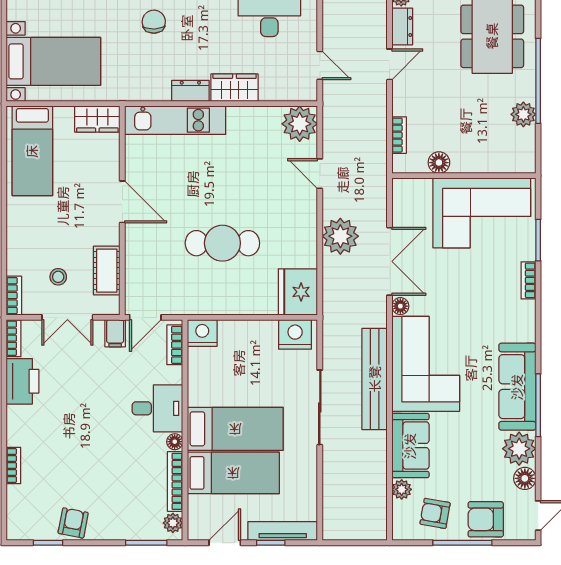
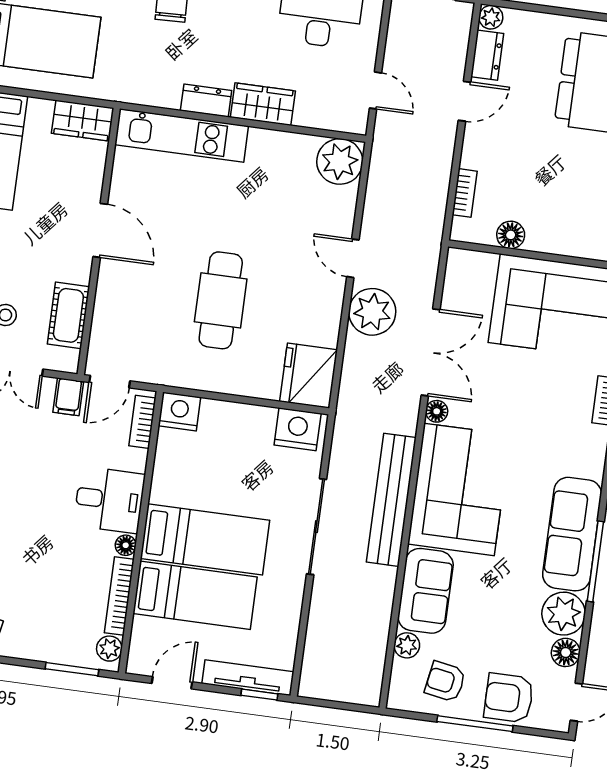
door: (320, 174) -> (353, 258), moved
cafe table: (222, 243) -> (221, 300), turned 90
window: (271, 543) -> (259, 695), moved

